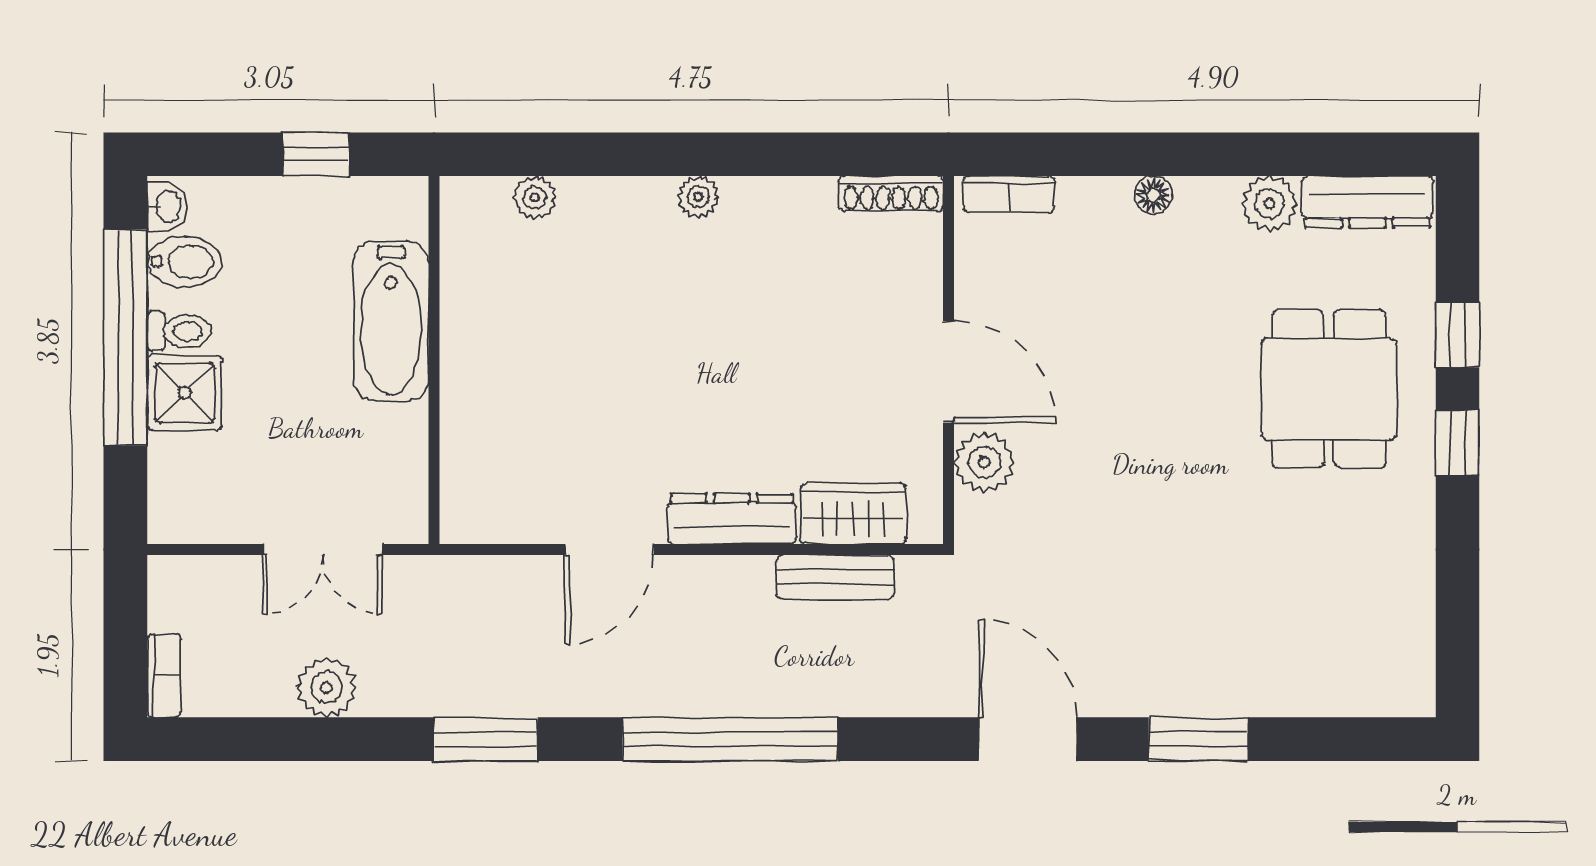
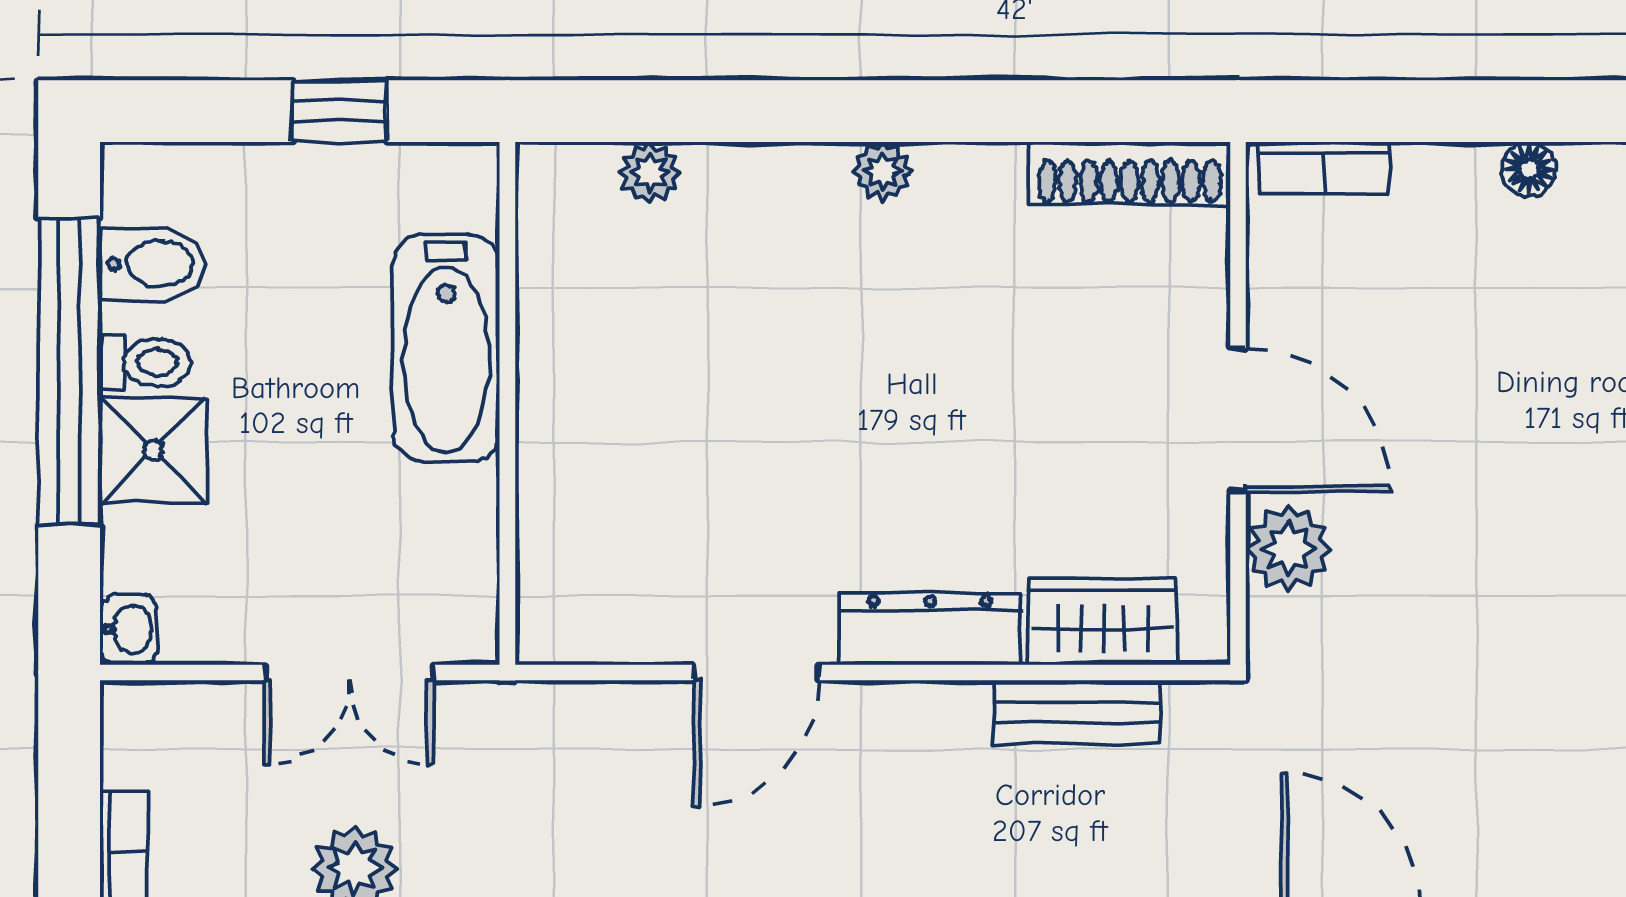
shoe rack: (891, 194) -> (1130, 173), width x1.36, depth x1.24
washbasin: (167, 207) -> (129, 629), moved

